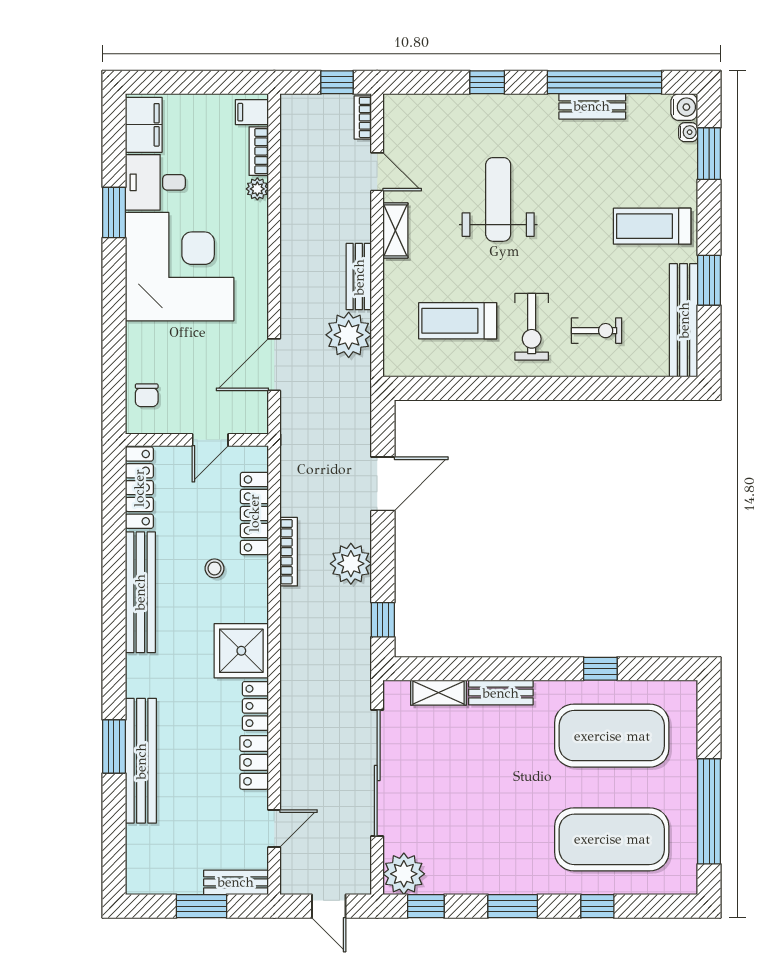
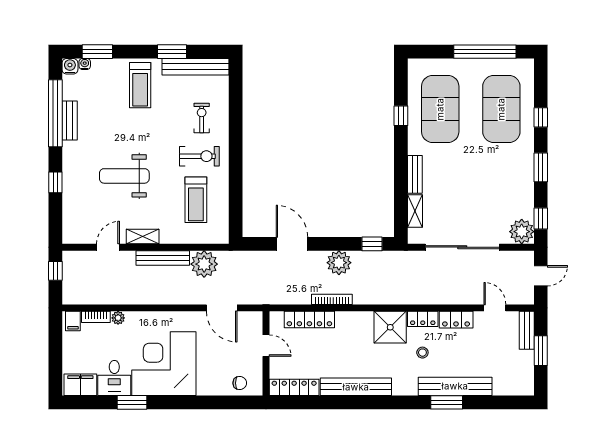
bookcase: (363, 117) -> (76, 256), removed
bench: (359, 277) -> (163, 258), width x1.36
stool: (214, 568) -> (422, 353), moved

